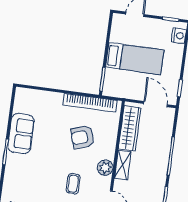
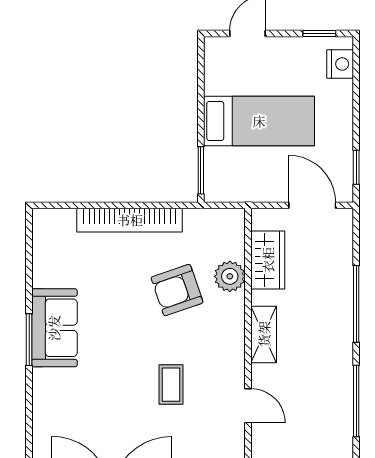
bookcase: (90, 103) -> (130, 220), moved
wardrobe: (130, 128) -> (268, 260), width x0.67
sofa: (21, 134) -> (54, 328), moved
plant: (105, 168) -> (230, 276), moved

